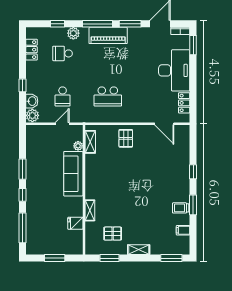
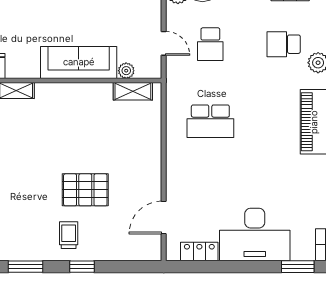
school desk: (63, 53) -> (284, 44), turned -90
school desk: (63, 96) -> (210, 44), turned -90
school desk: (108, 96) -> (210, 121), turned -90
pallet: (126, 138) -> (85, 190), moved, width x1.50, depth x1.42
trolley: (181, 208) -> (69, 235), moved

